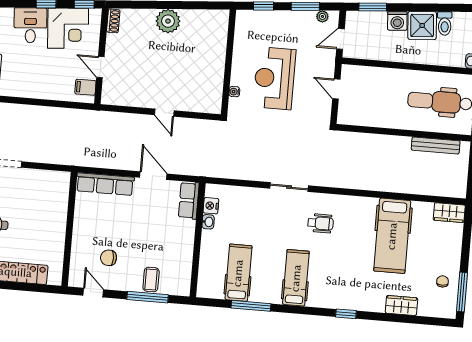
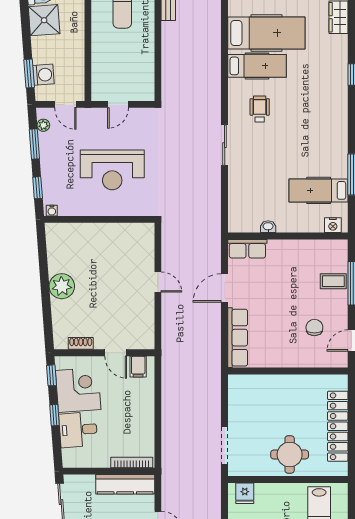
shoe rack: (113, 21) -> (81, 343), moved
washing machine: (397, 21) -> (43, 75), moved
door: (100, 67) -> (116, 353), hinge flipped
water cooler: (234, 92) -> (52, 211), moved
door: (164, 113) -> (158, 282), hinge flipped
nightstand: (211, 206) -> (333, 225), moved
chair: (109, 258) -> (314, 328), turned 180
hospital bed: (296, 278) -> (257, 66), moved, turned 180

